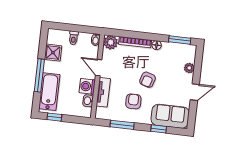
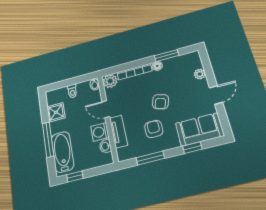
window: (180, 40) -> (167, 56), moved

